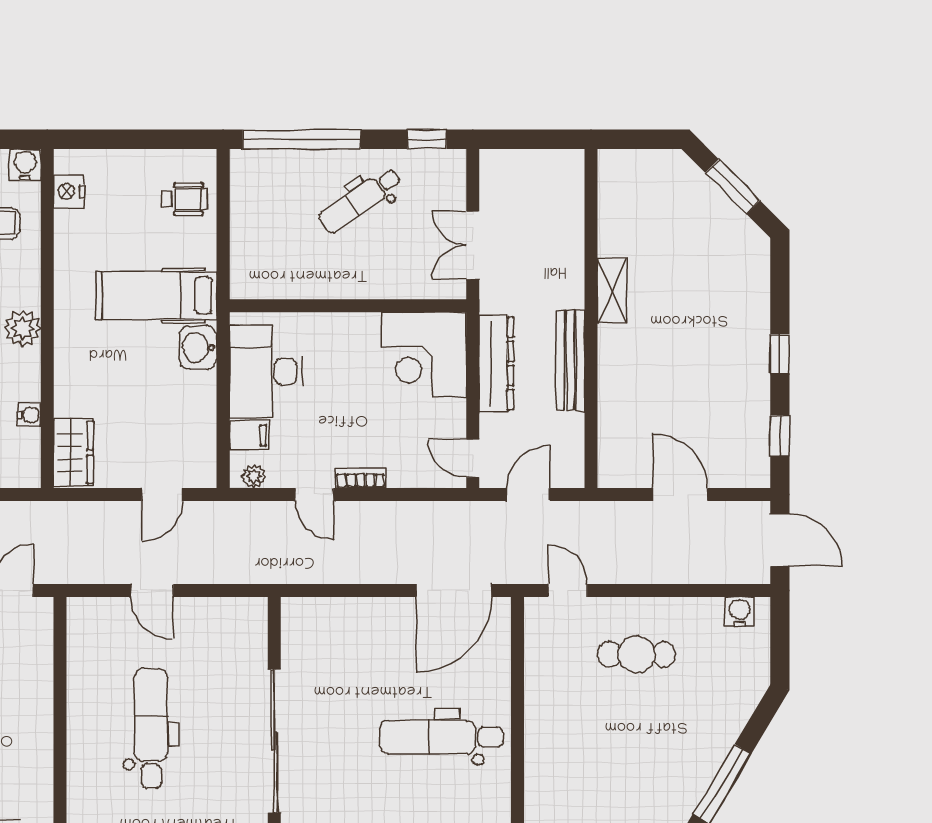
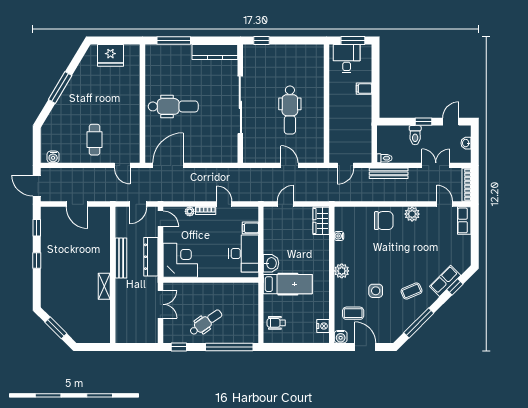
plant: (254, 476) -> (190, 211), moved
cafe table: (637, 654) -> (95, 140), turned 90

